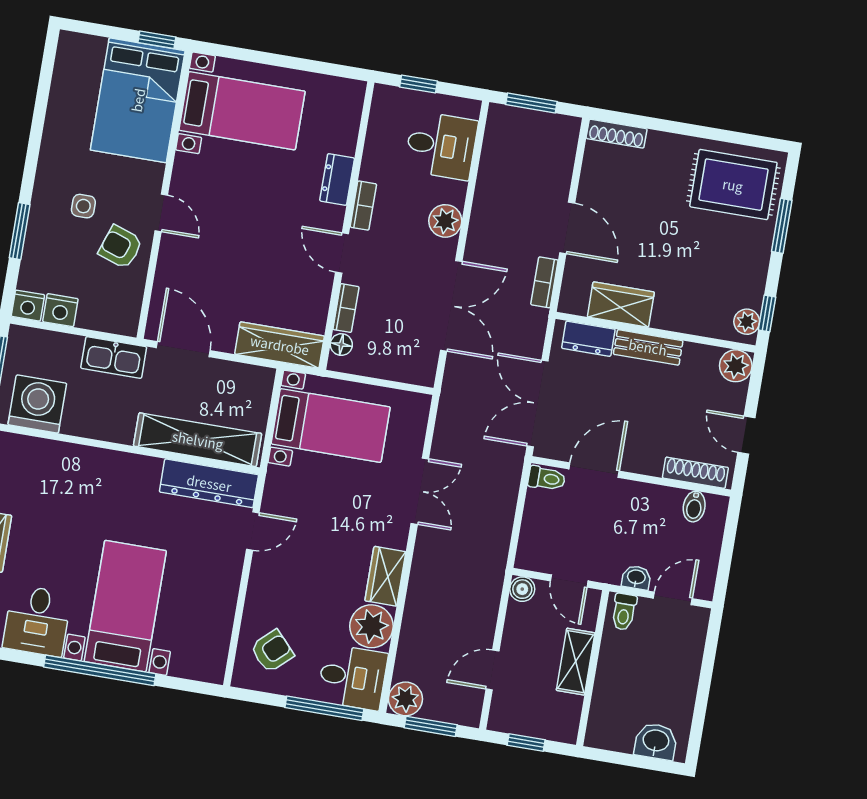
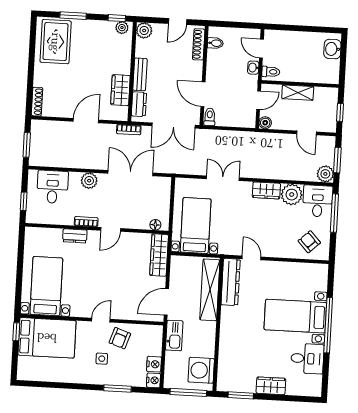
bookcase: (544, 282) -> (129, 130), moved
bookcase: (346, 308) -> (137, 225), removed

